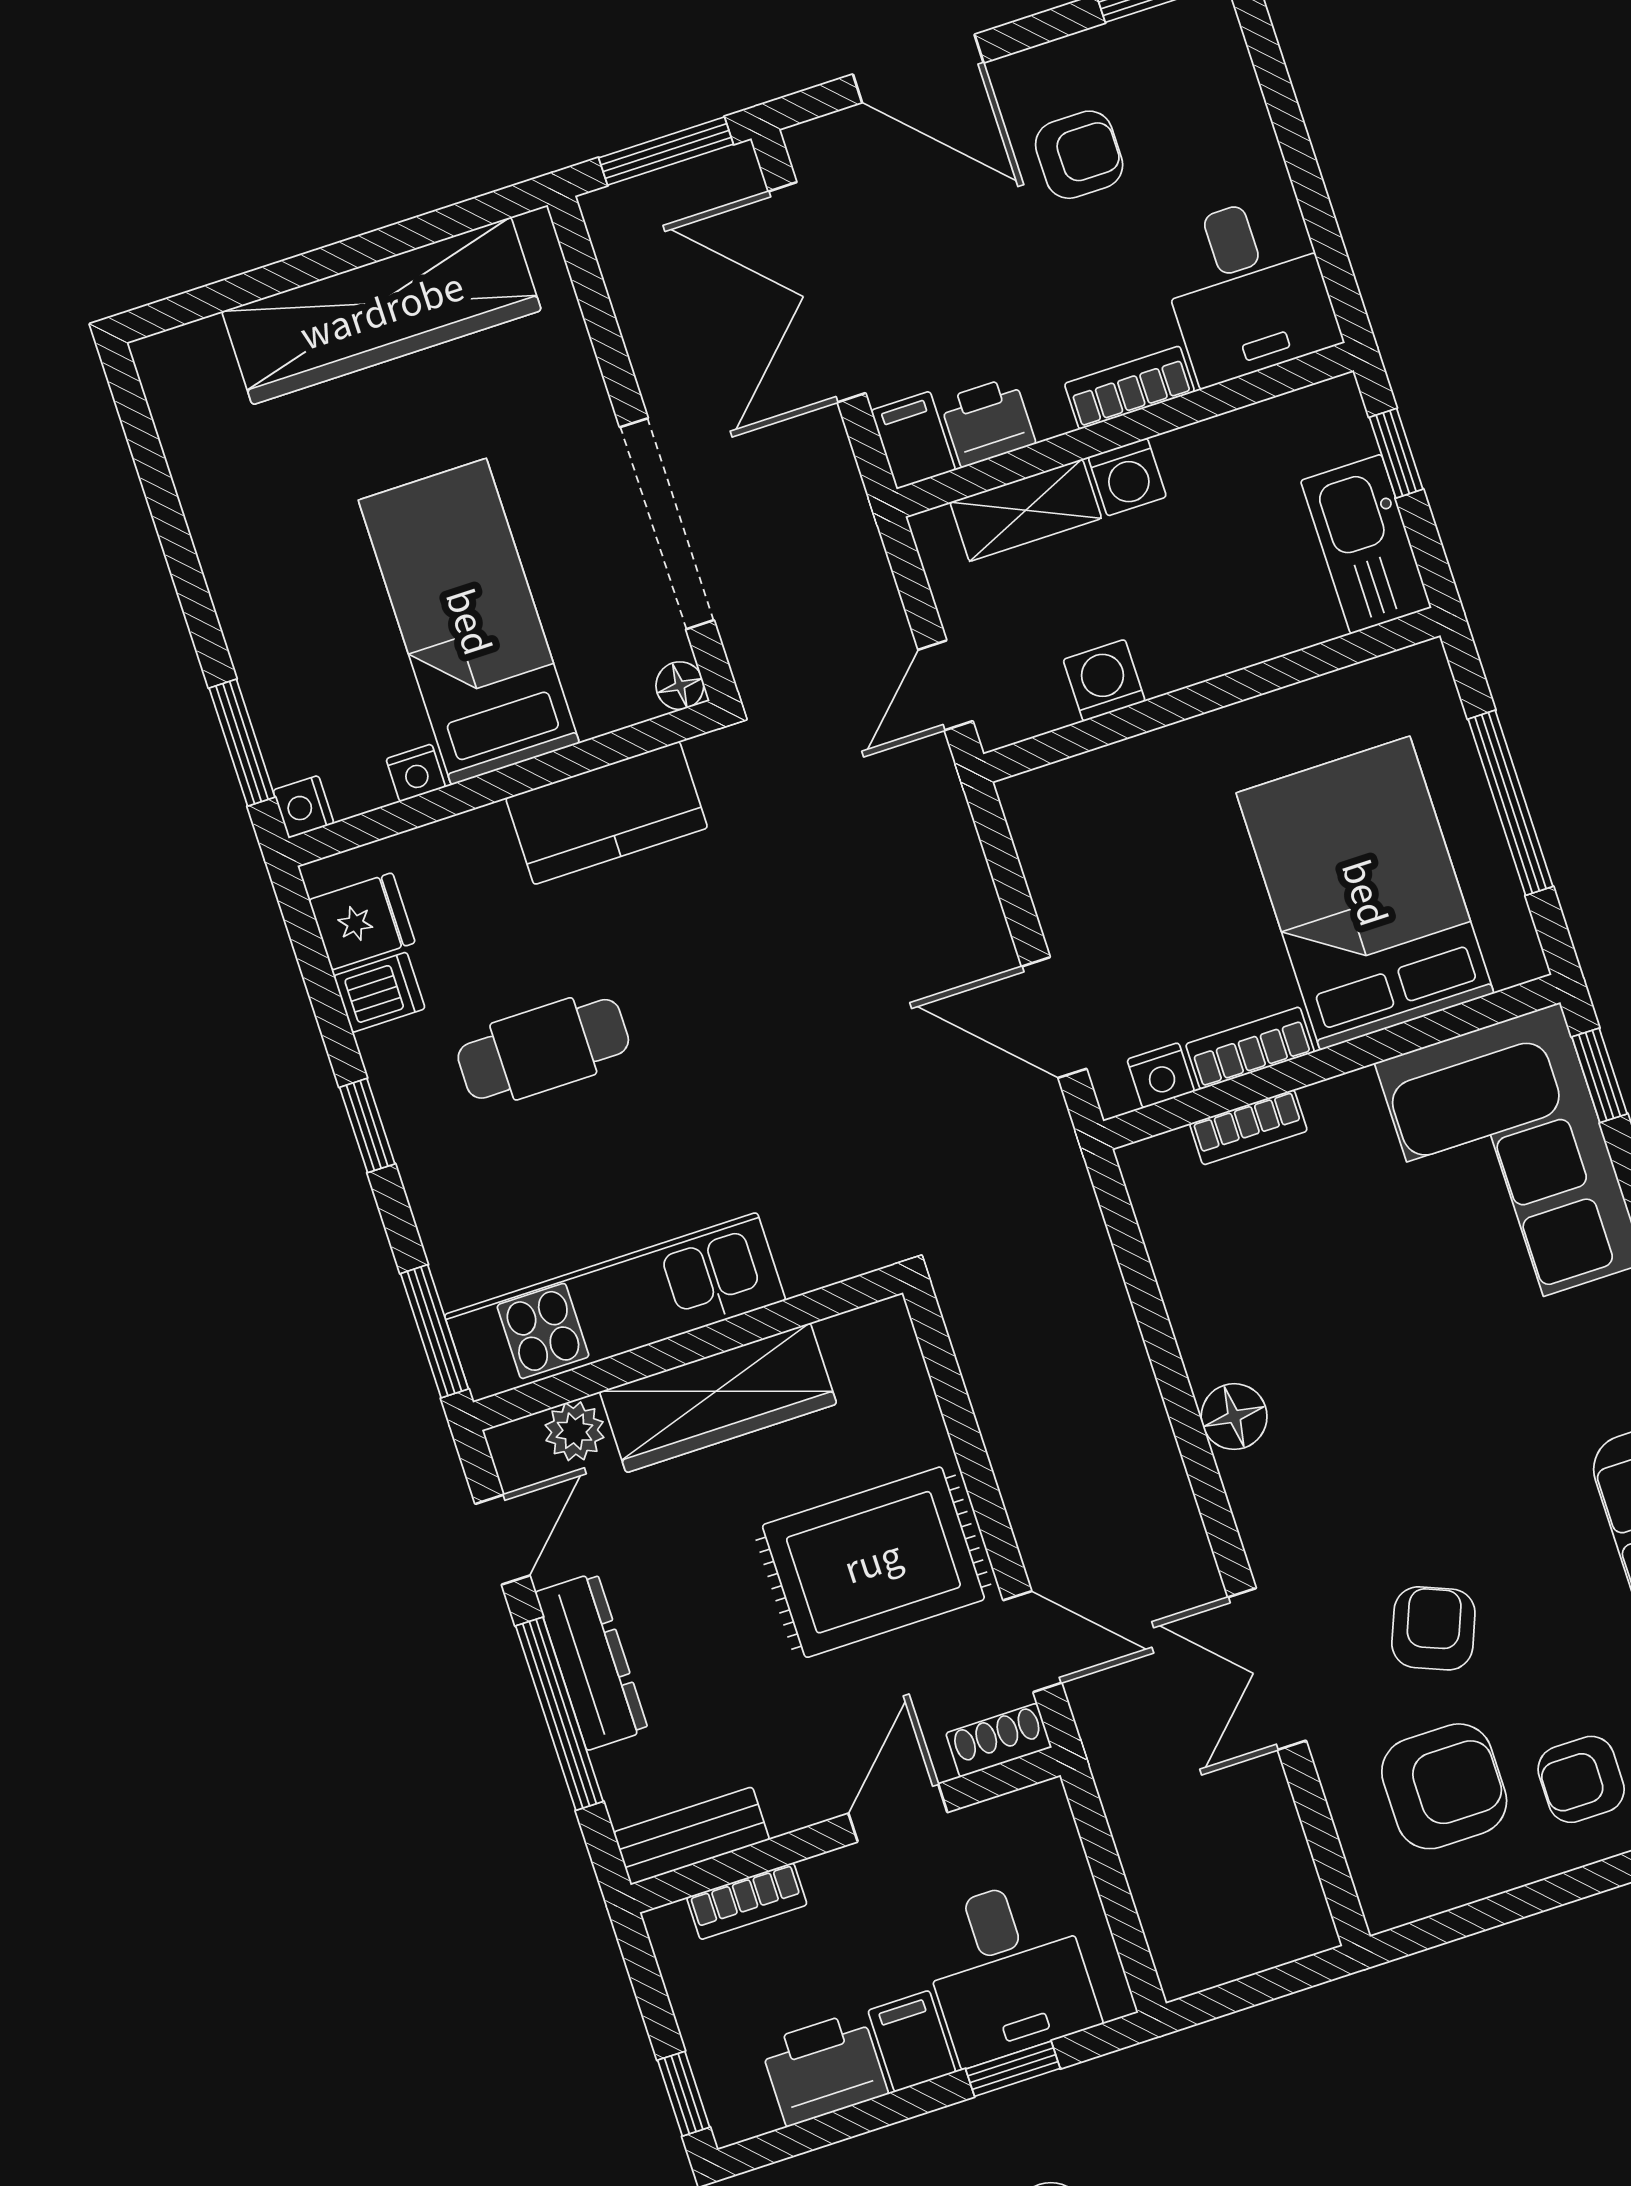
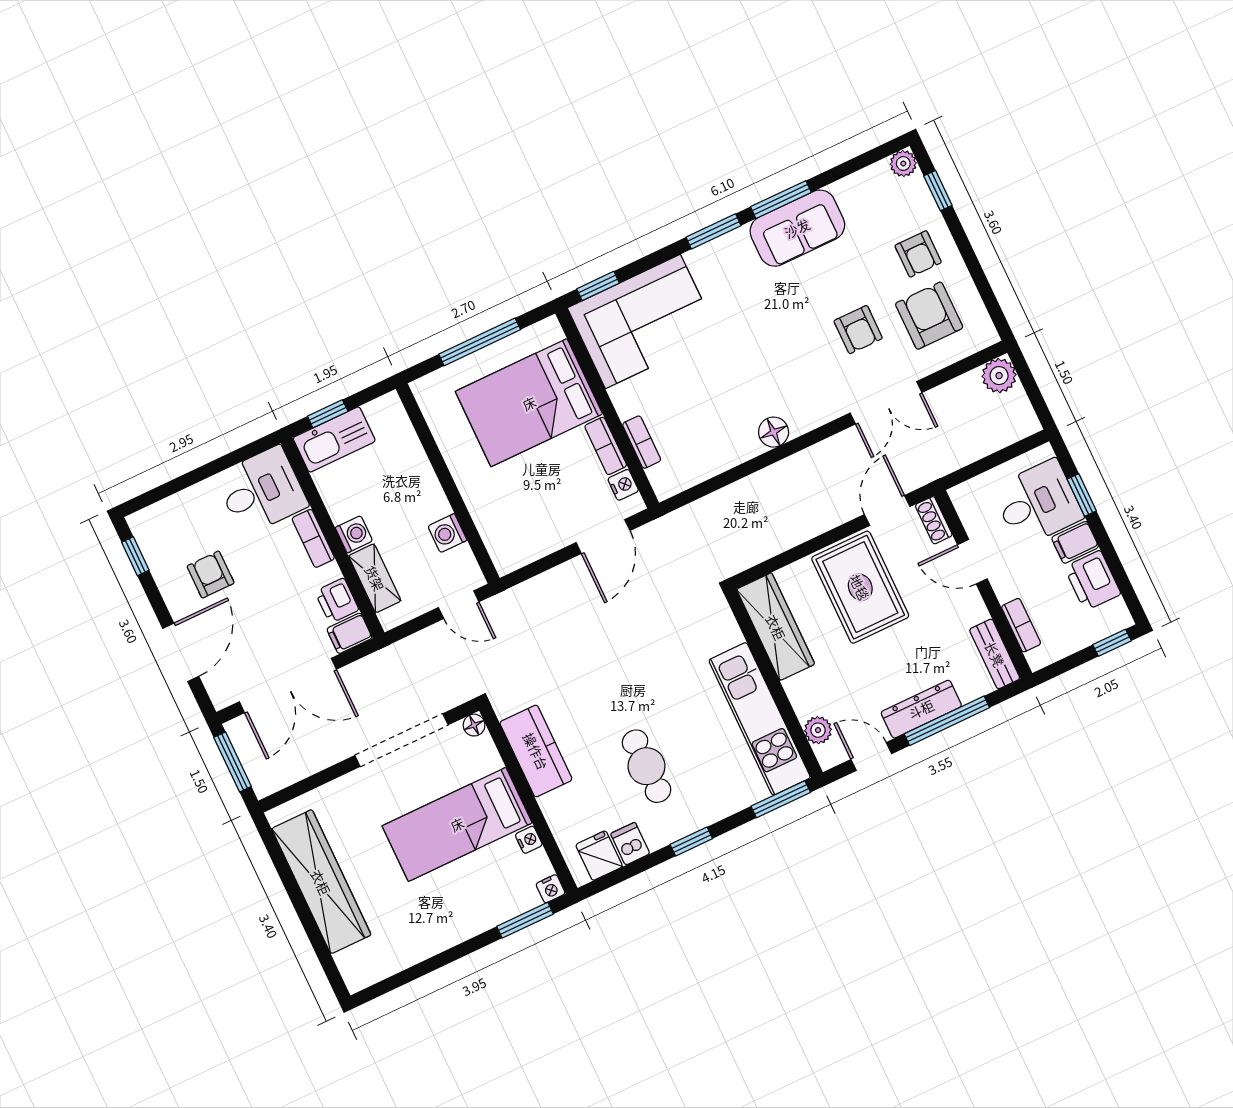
kitchen sink: (1366, 544) -> (334, 439), moved
wardrobe: (718, 1398) -> (776, 627), moved
armchair: (1433, 1628) -> (858, 330), turned -112
plant: (1295, 1922) -> (999, 376), added

